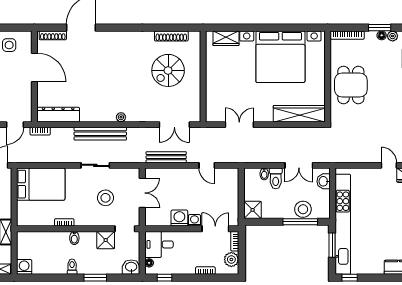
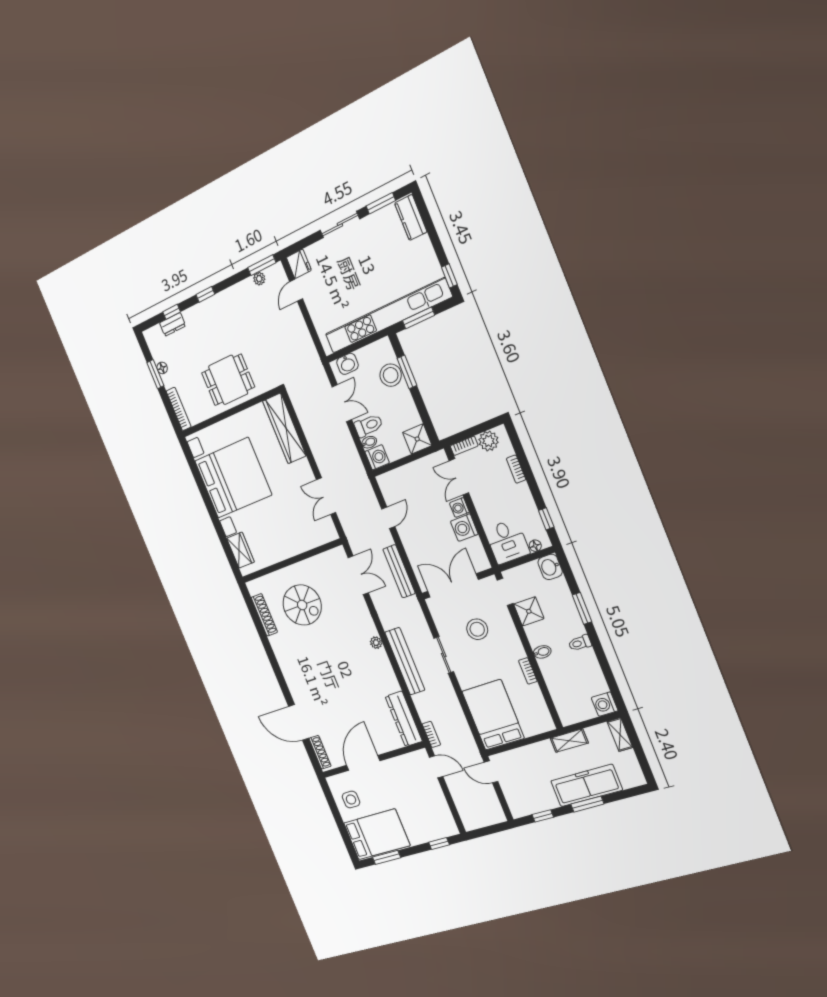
plant: (393, 36) -> (157, 355), removed
washing machine: (252, 175) -> (377, 457), added
double door: (142, 193) -> (453, 585), width x1.37
window: (300, 222) -> (407, 372), width x0.69

